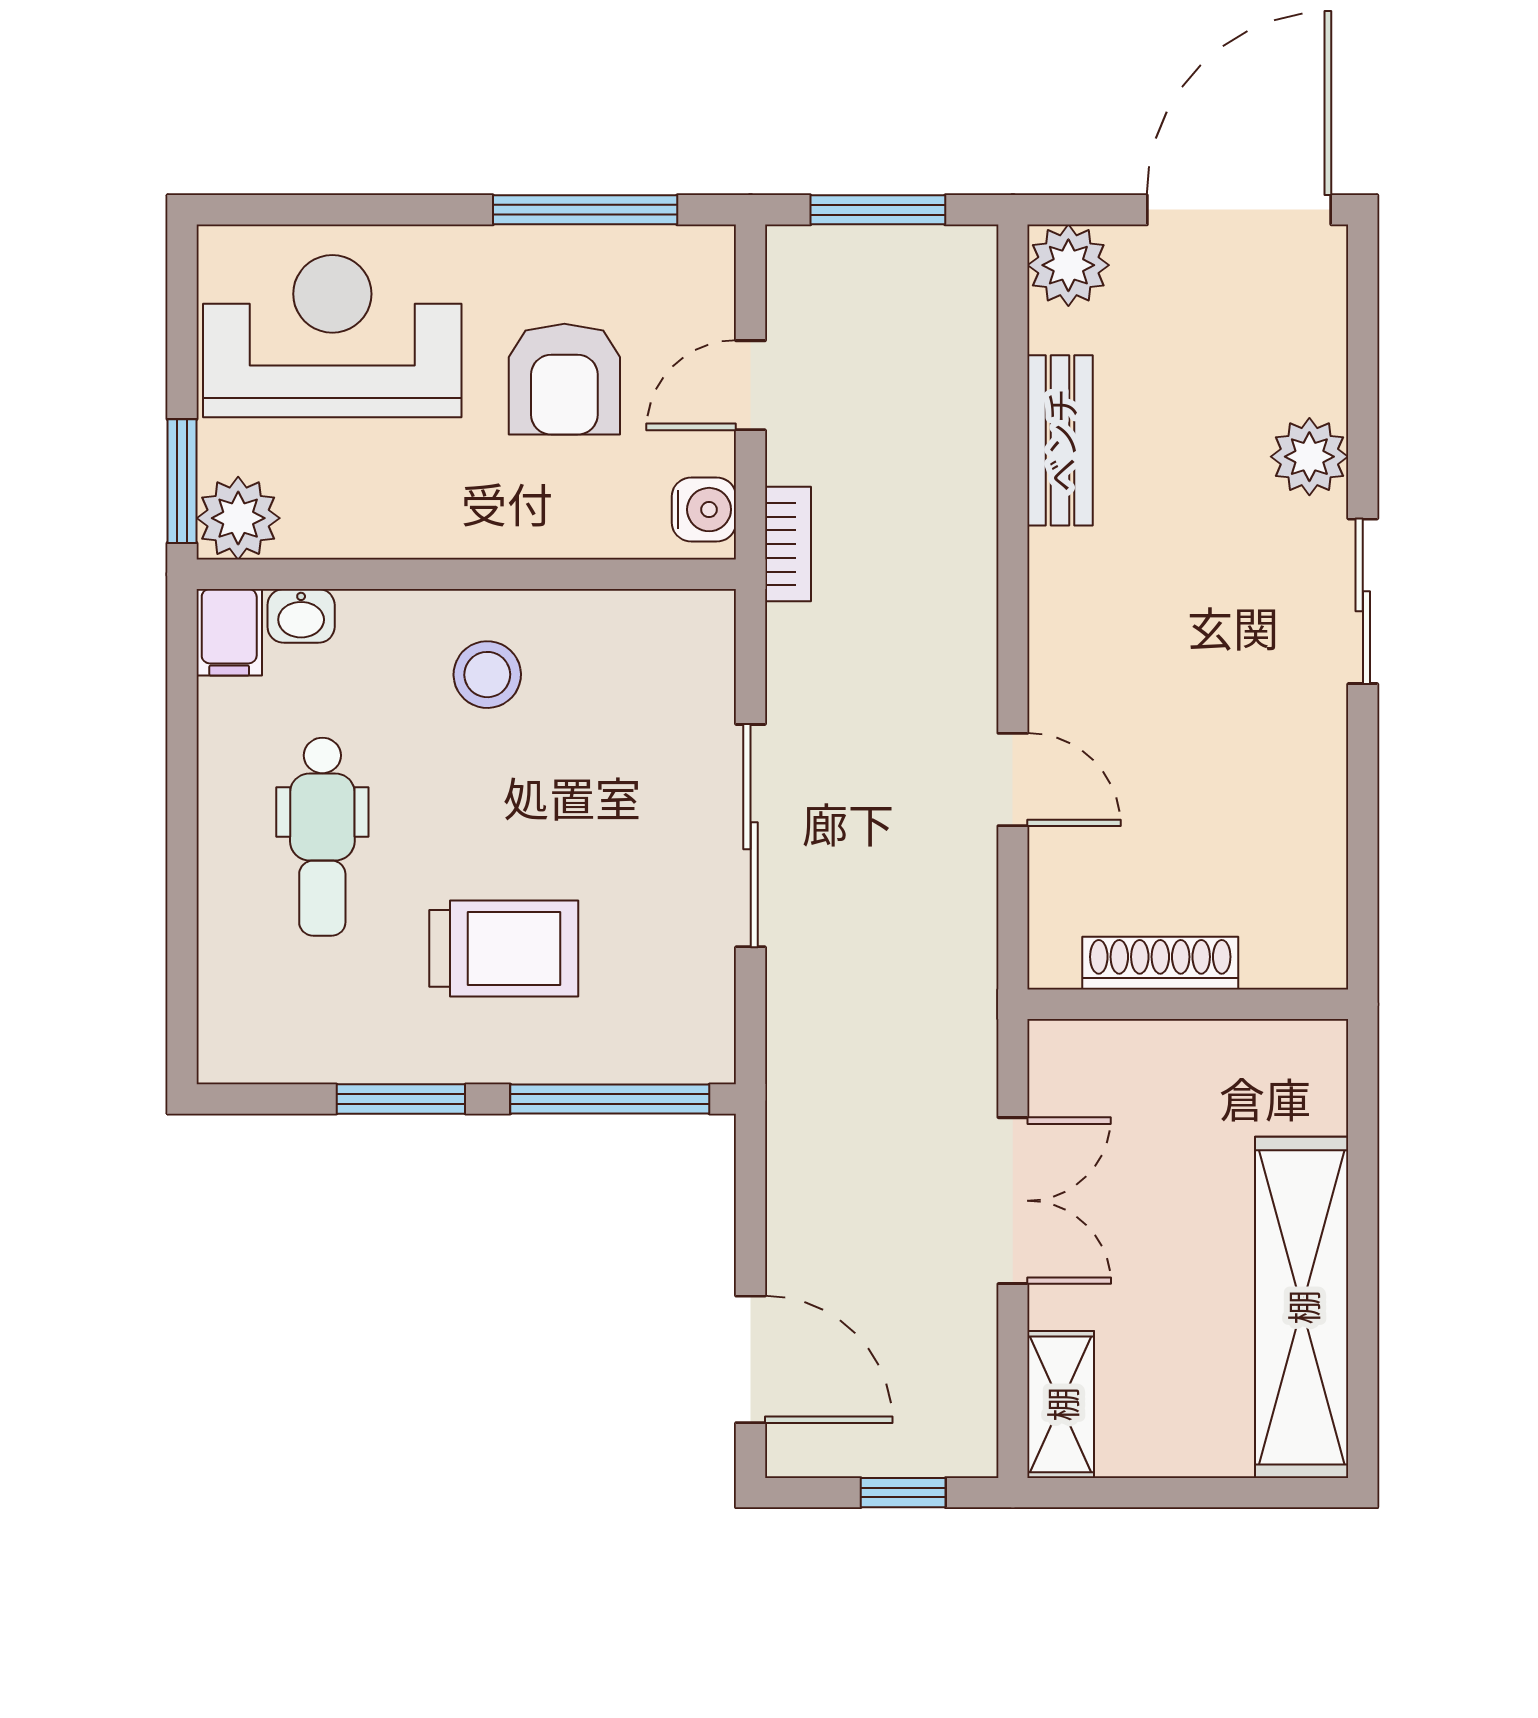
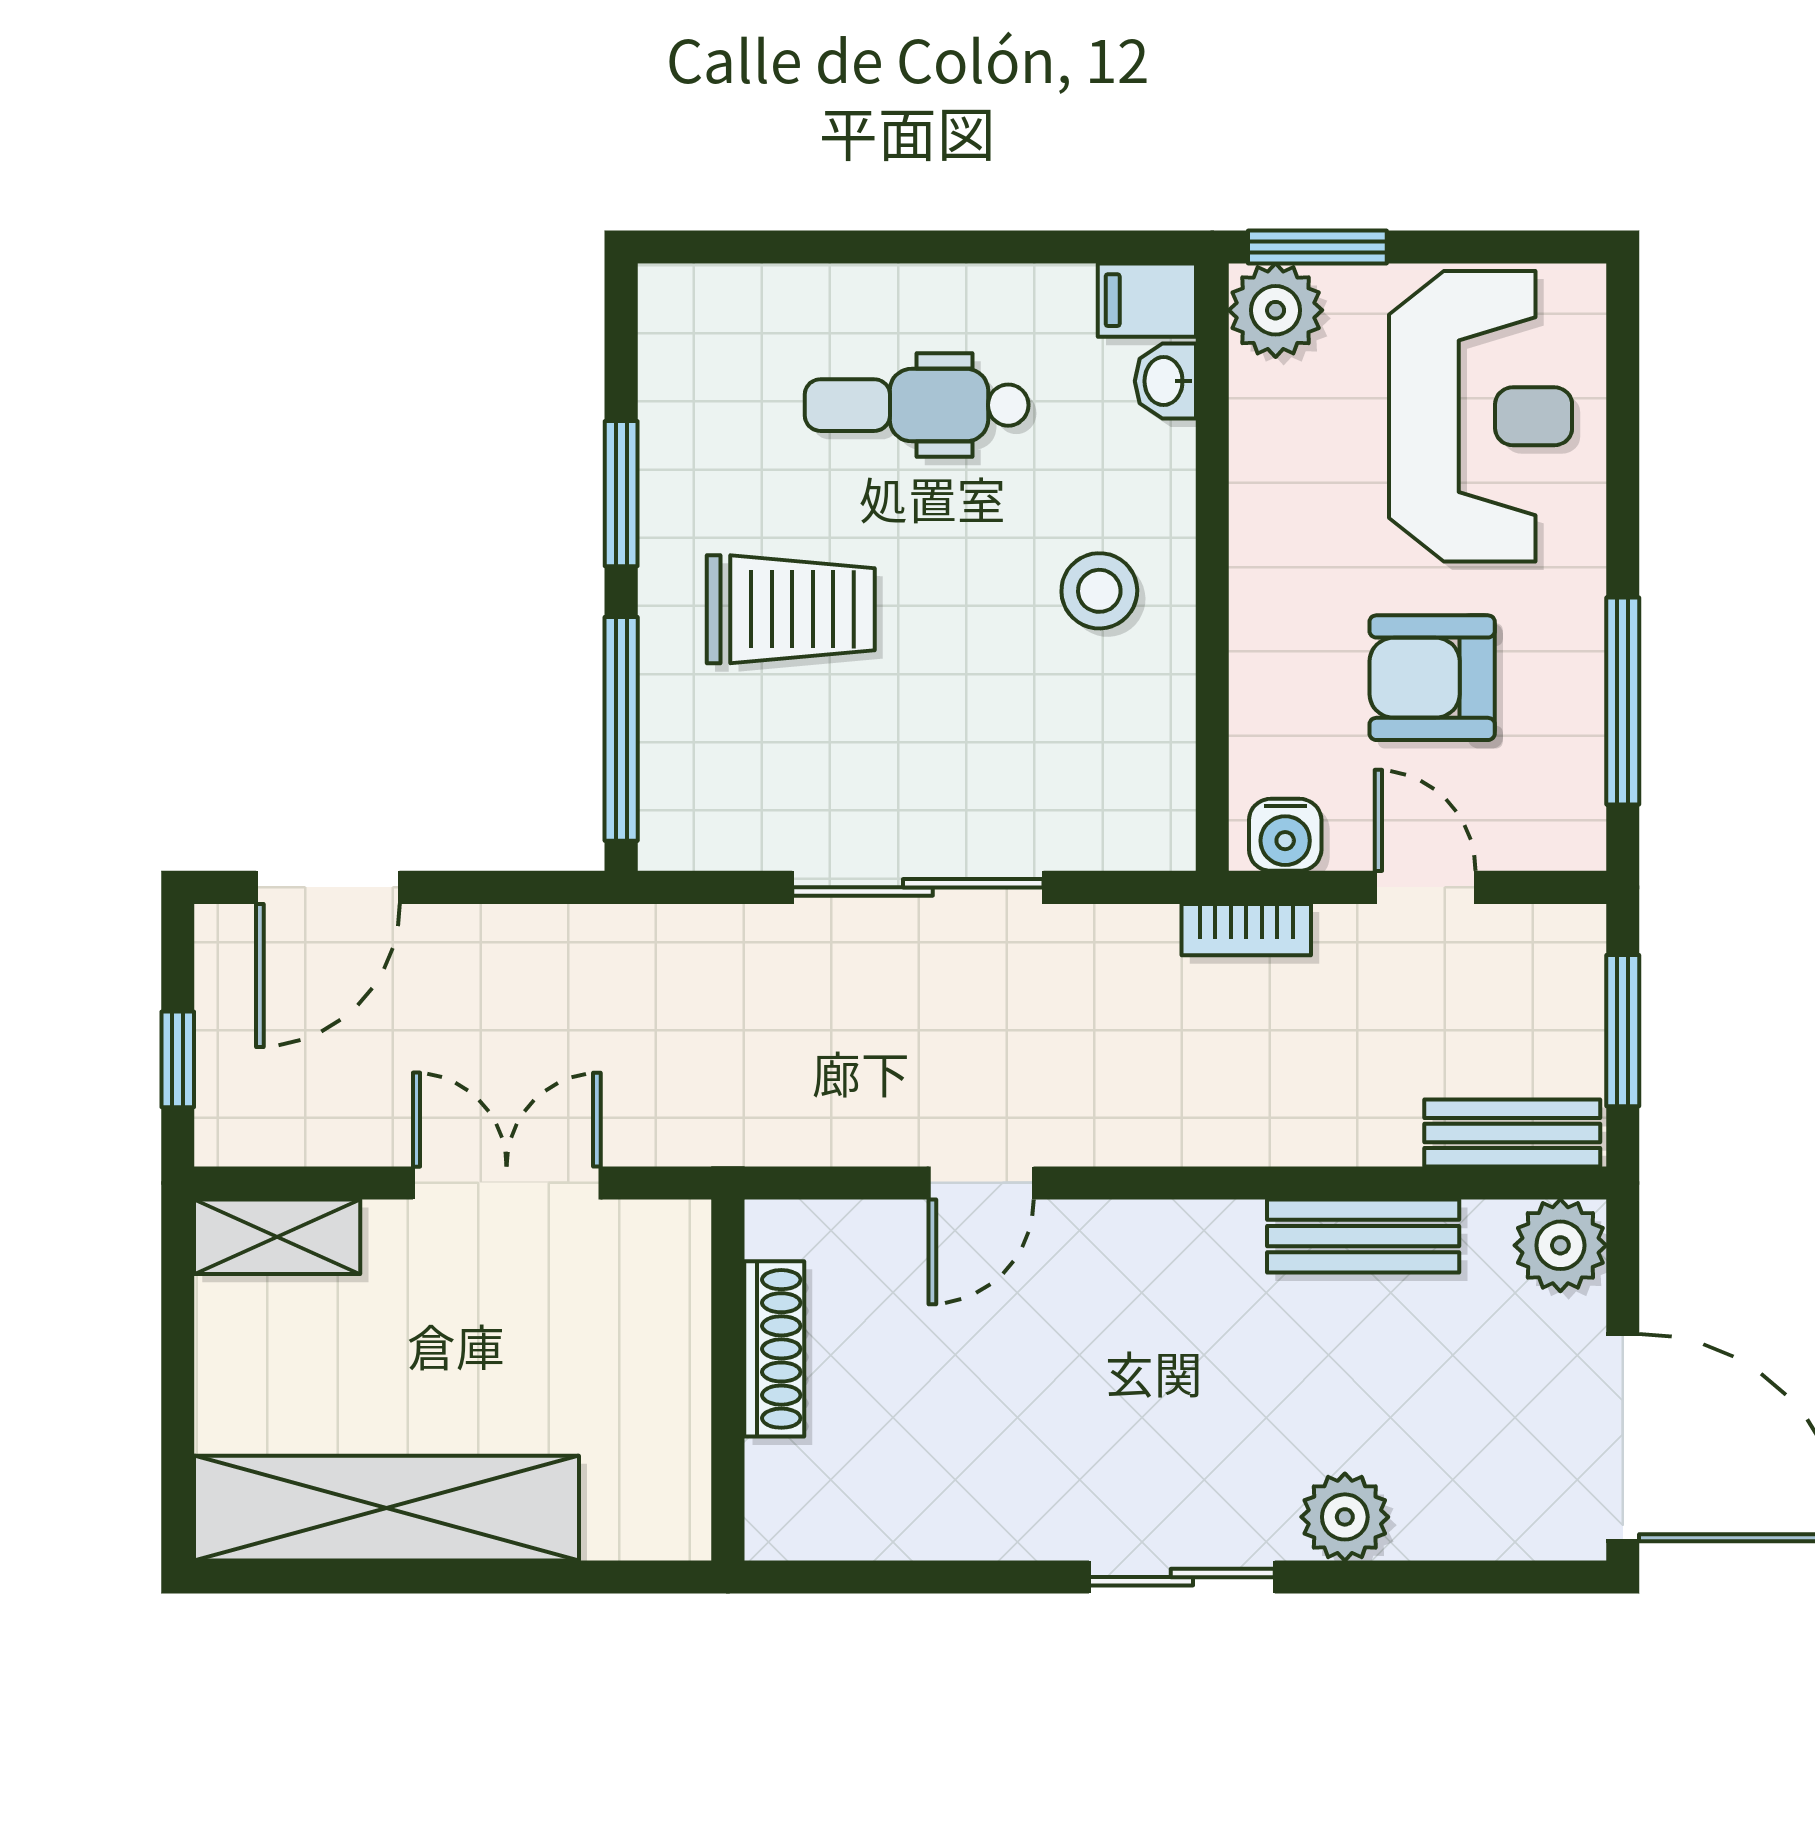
bench: (969, 308) -> (1512, 1133), added
trolley: (504, 948) -> (791, 609), turned -90
double door: (1013, 1201) -> (507, 1183), swing flipped

